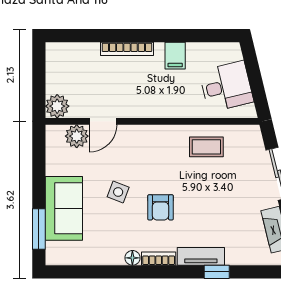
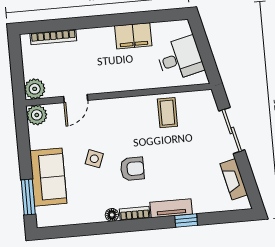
bookcase: (127, 49) -> (53, 37), moved
filing cabinet: (175, 56) -> (133, 36), width x2.00
plant: (77, 136) -> (37, 115), moved
coffee table: (206, 147) -> (167, 113), turned 90
armchair: (161, 207) -> (132, 169), turned -90

